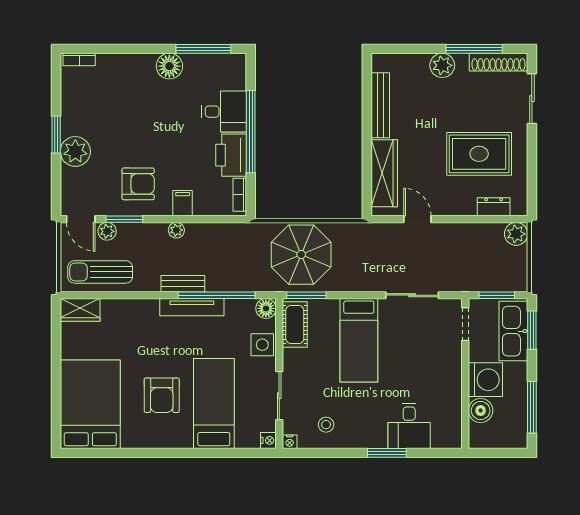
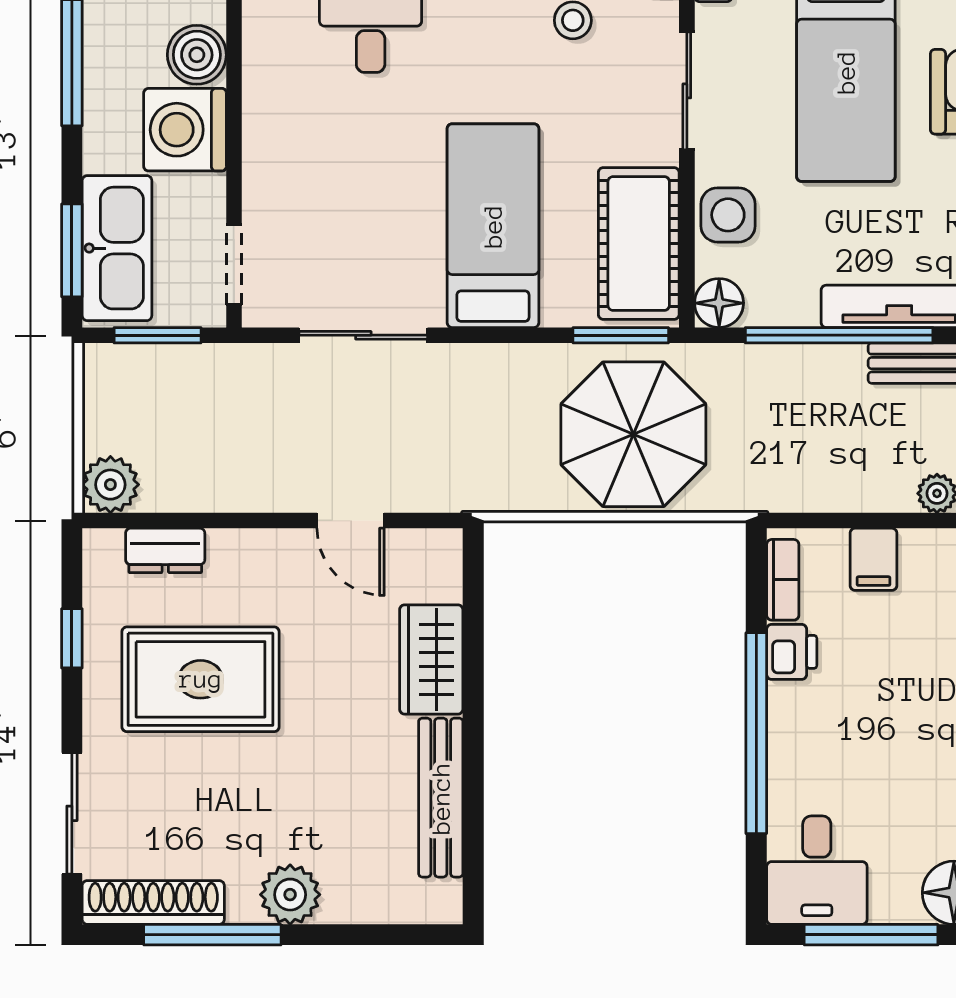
desk: (224, 112) -> (817, 870), moved, turned -90
printer: (231, 155) -> (792, 652), width x0.53, depth x0.68
window: (532, 171) -> (72, 638), added
wardrobe: (384, 173) -> (431, 659), width x0.67
filing cabinet: (183, 203) -> (873, 559), moved
cot: (295, 325) -> (639, 243), width x1.37, depth x1.34

